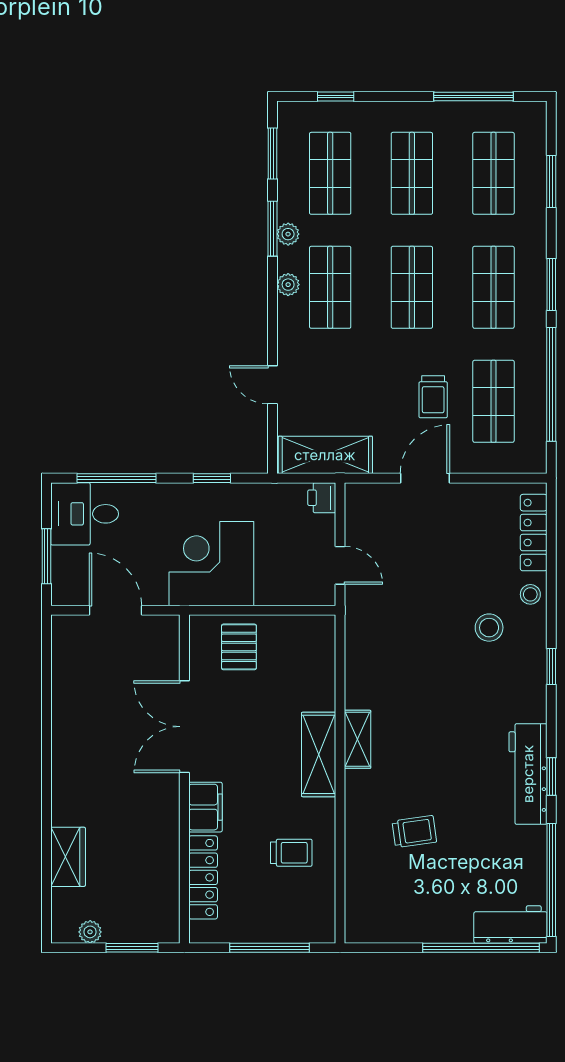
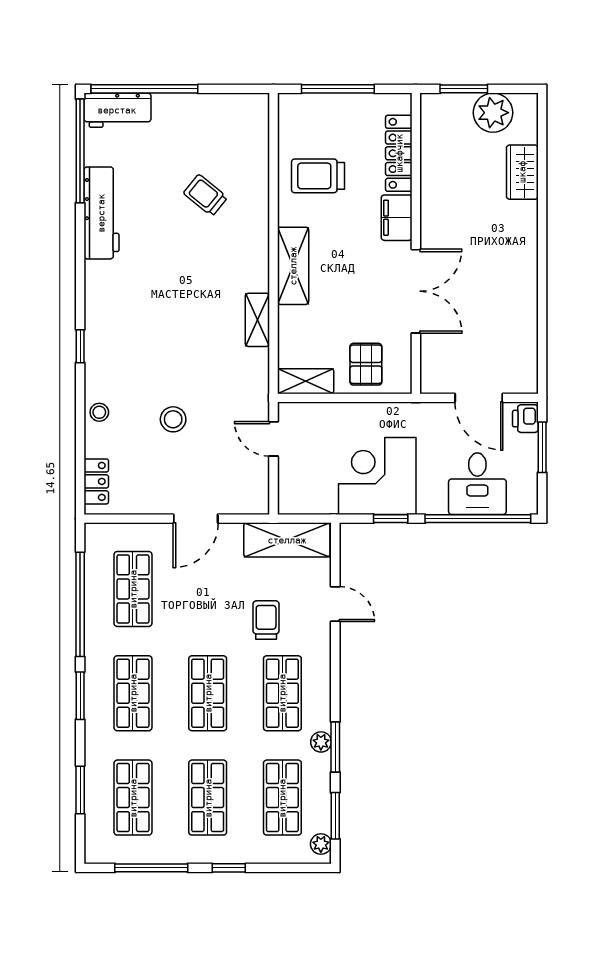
window: (336, 97) -> (229, 868), moved
plant: (288, 285) -> (321, 844), moved
trolley: (433, 397) -> (266, 620), moved
window: (116, 478) -> (478, 519), width x1.46
printer: (322, 498) -> (525, 419), moved, turned 180
desk: (85, 514) -> (477, 484), moved, turned 90
locker: (534, 533) -> (96, 481), width x0.66
corner desk: (211, 564) -> (377, 476), moved, turned 180
shelving: (305, 628) -> (306, 381), added
stool: (489, 628) -> (173, 419), moved
shelving: (357, 739) -> (257, 320), moved
workbench: (528, 774) -> (101, 213), moved
window: (551, 777) -> (80, 246), removed
trolley: (414, 832) -> (205, 195), turned 47
trolley: (291, 853) -> (318, 176), width x1.36, depth x1.39
plant: (90, 932) -> (493, 113), width x1.87, depth x1.87

